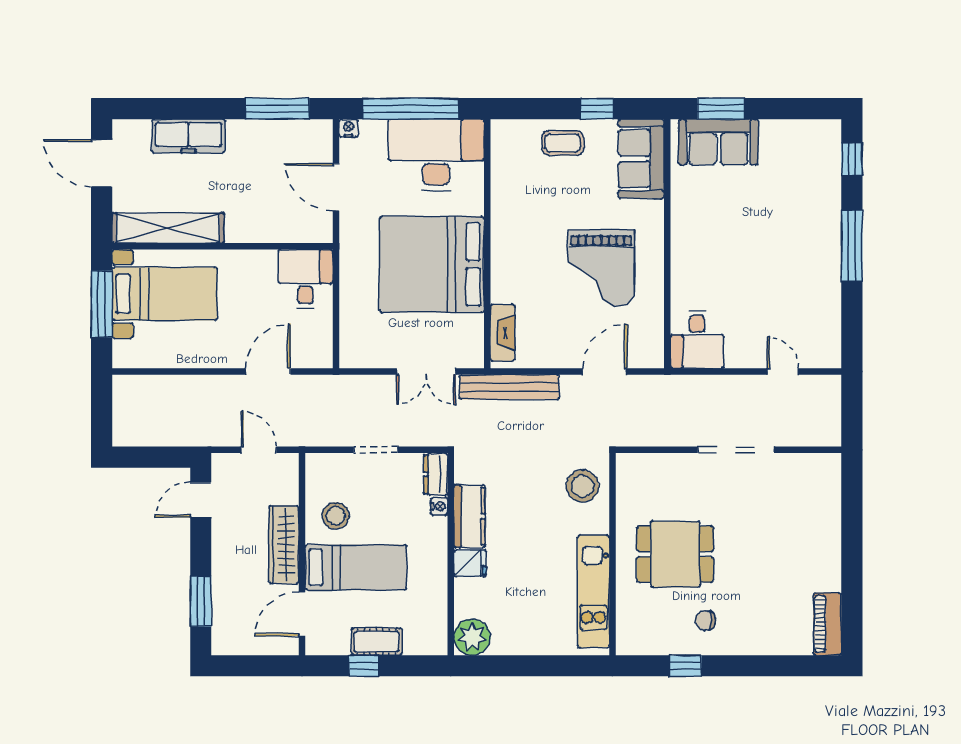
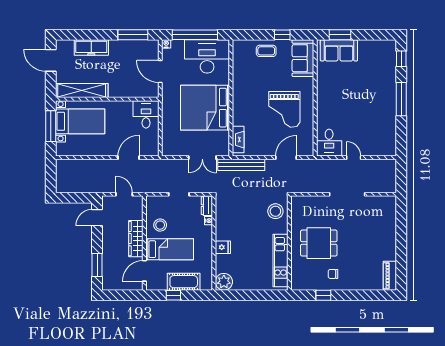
door: (783, 372) -> (354, 158), moved
kitchen counter: (469, 516) -> (223, 225), removed
cot: (377, 642) -> (184, 282), width x1.37, depth x1.34

